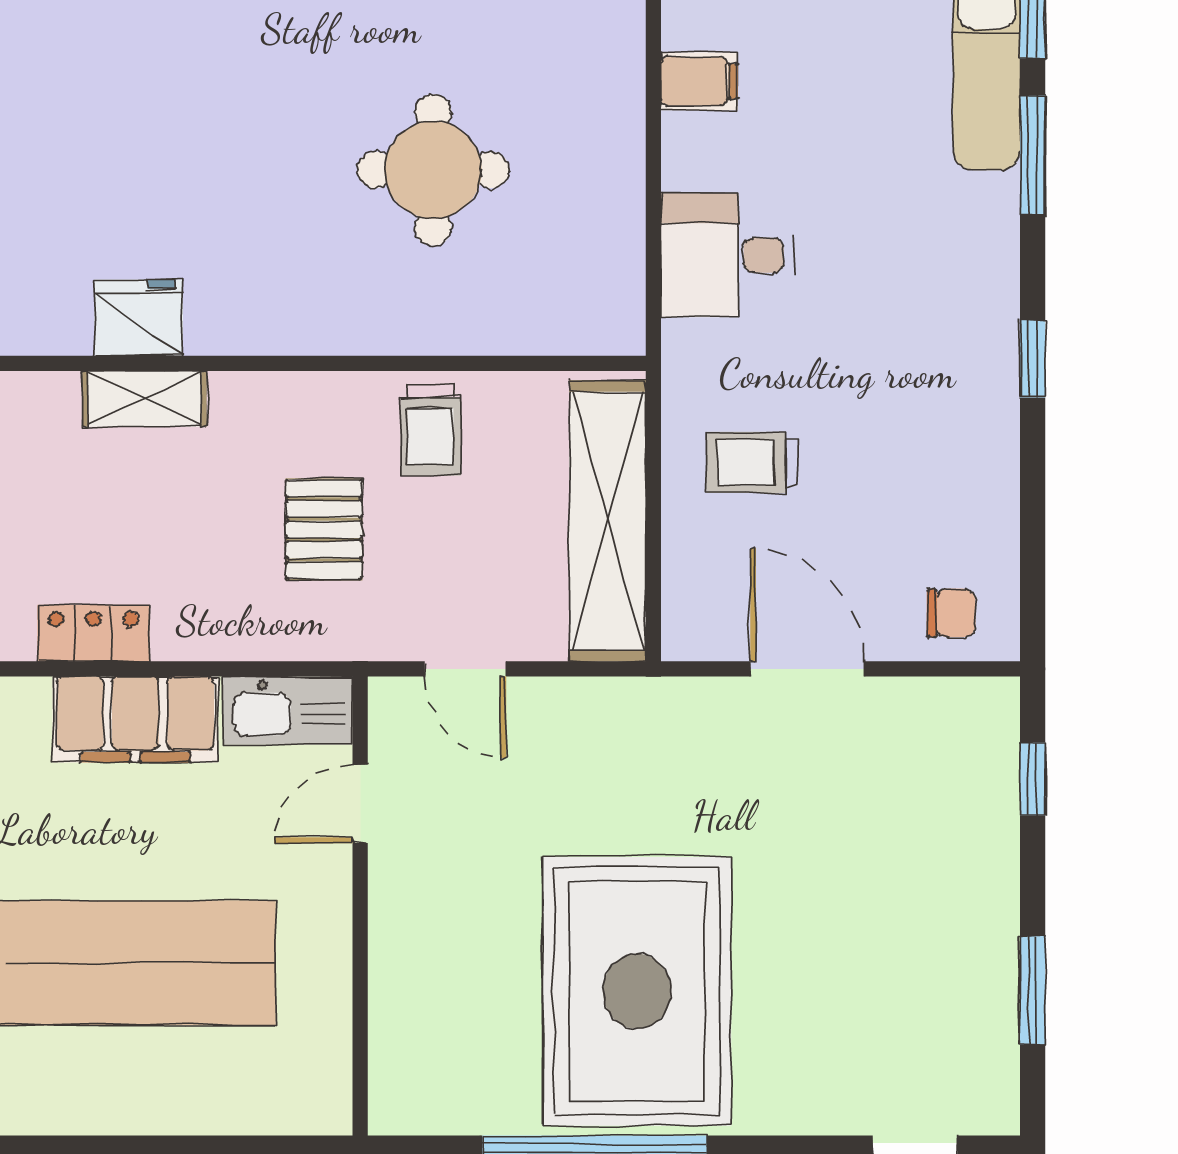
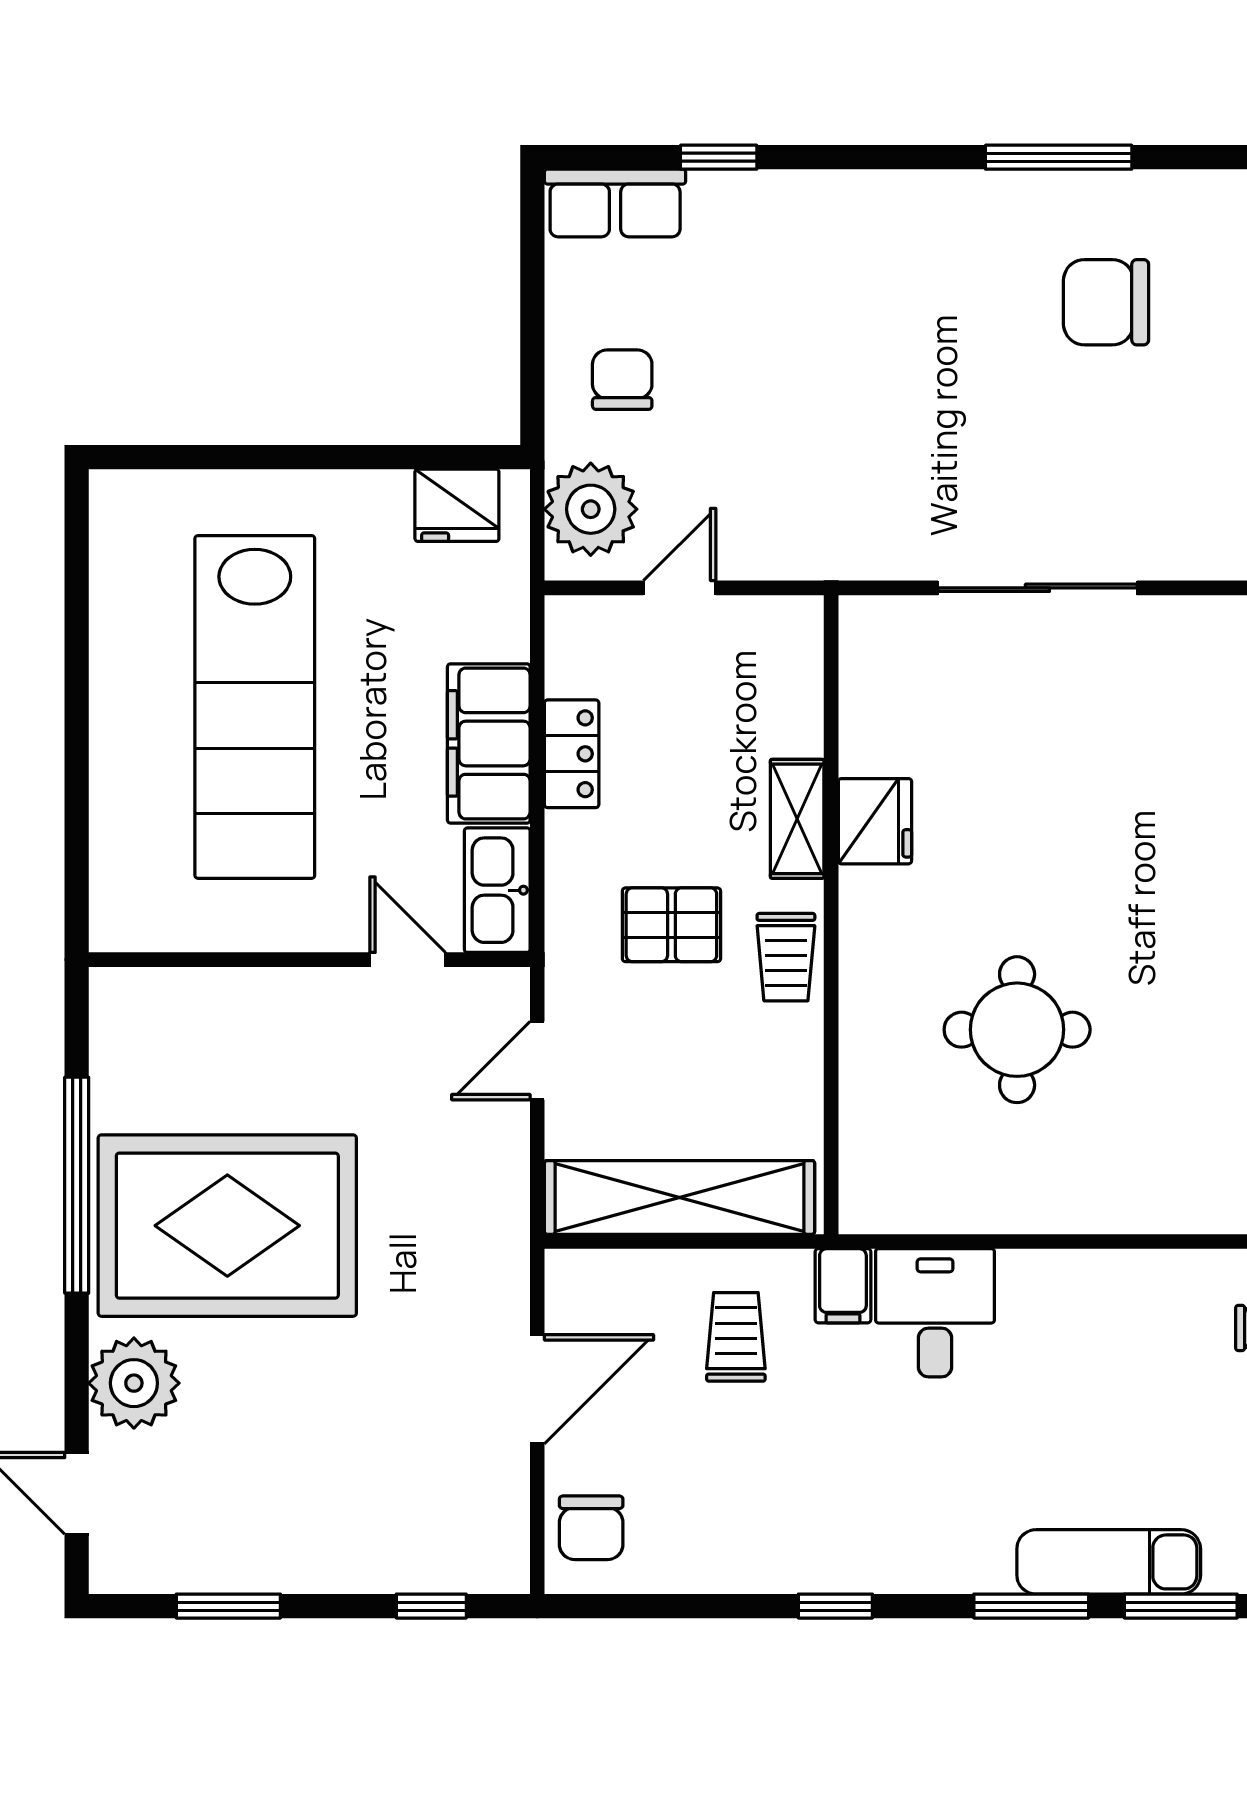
filing cabinet: (699, 81) -> (843, 1286), moved
fridge: (139, 318) -> (875, 821), moved
shelving: (144, 399) -> (797, 819), moved
trolley: (431, 430) -> (786, 957), moved, turned -90
chair: (951, 613) -> (591, 1528), width x1.37, depth x1.37
locker: (93, 633) -> (572, 754), moved
plant: (801, 1088) -> (134, 1383), added

